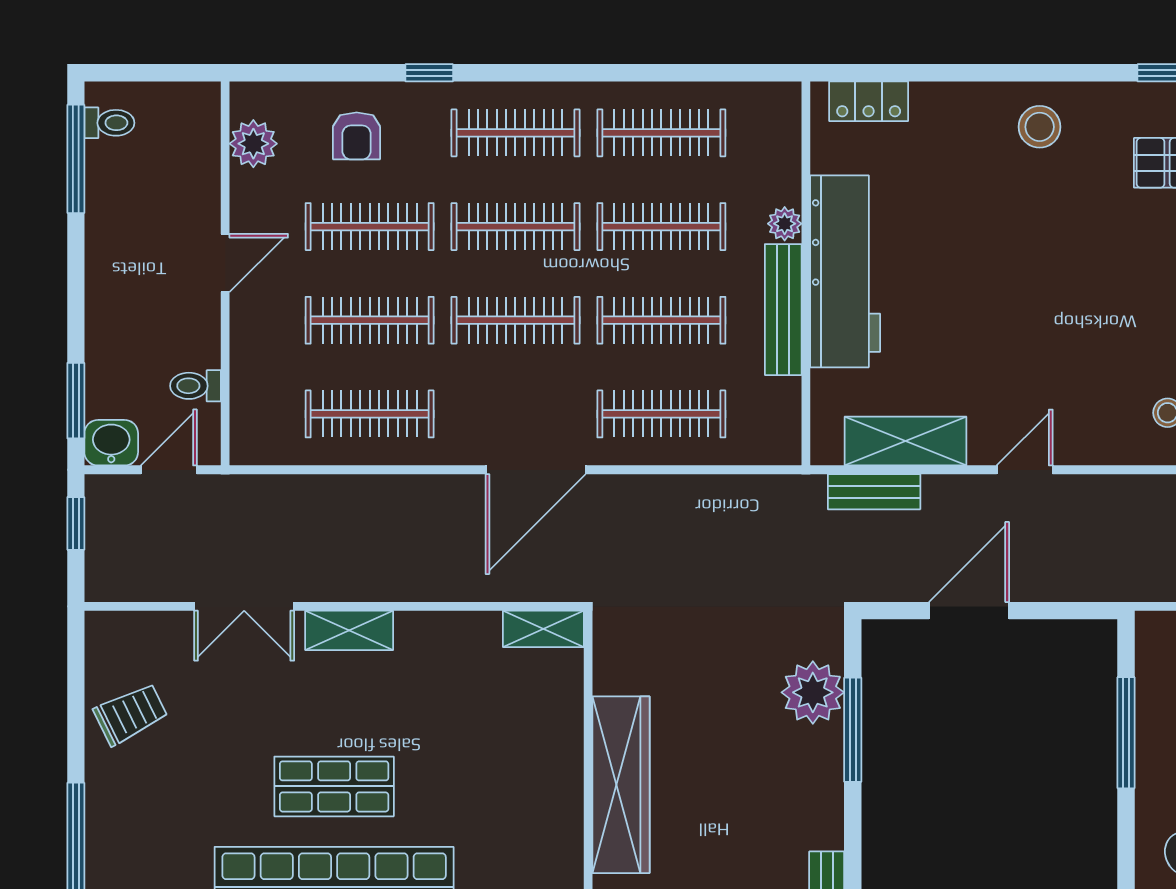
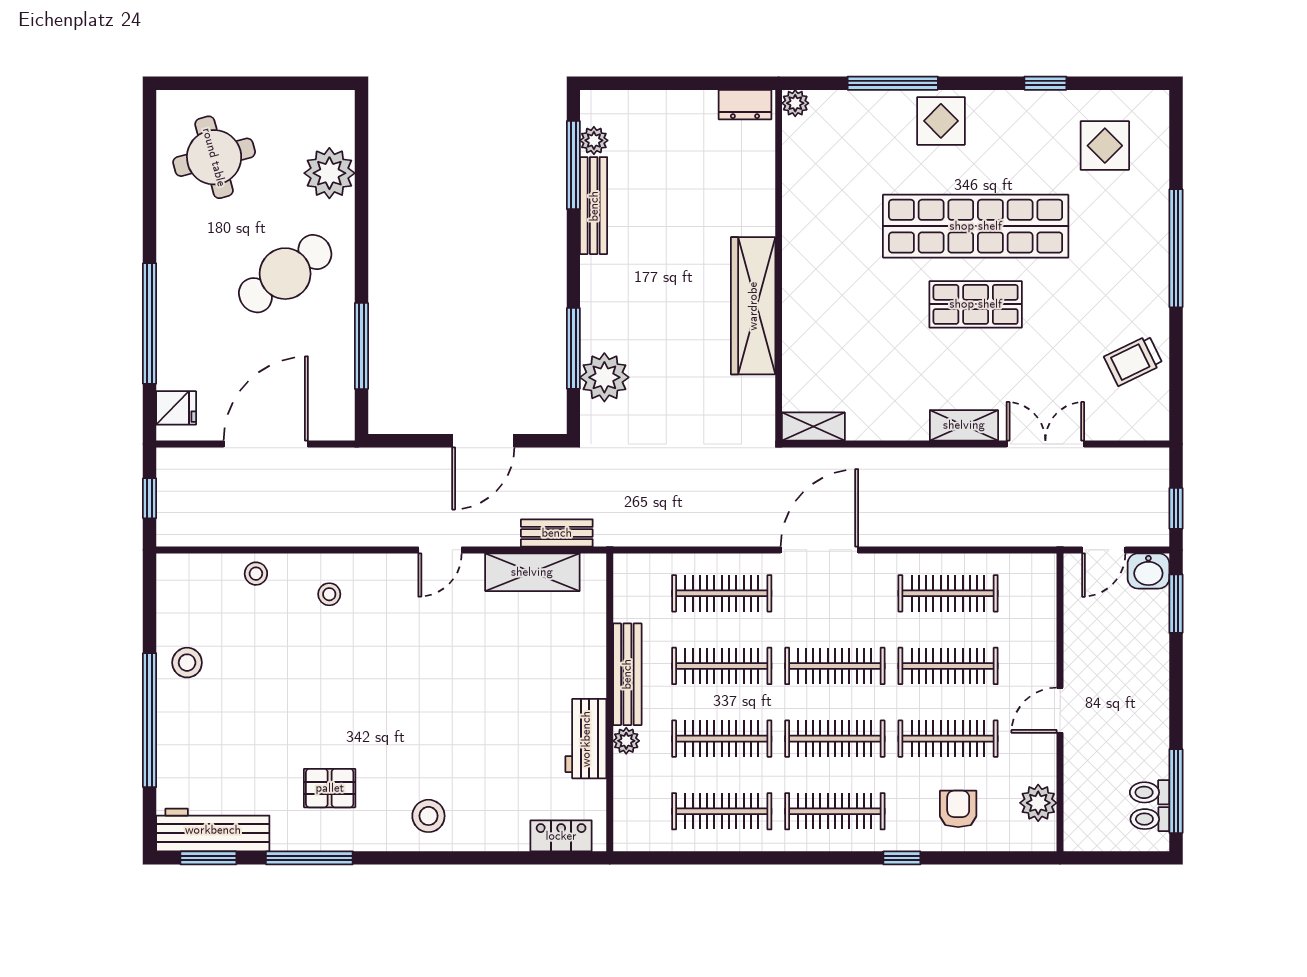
workbench: (845, 271) -> (586, 739), width x0.53, depth x0.76
toilet: (195, 386) -> (1150, 792), moved, turned 180

